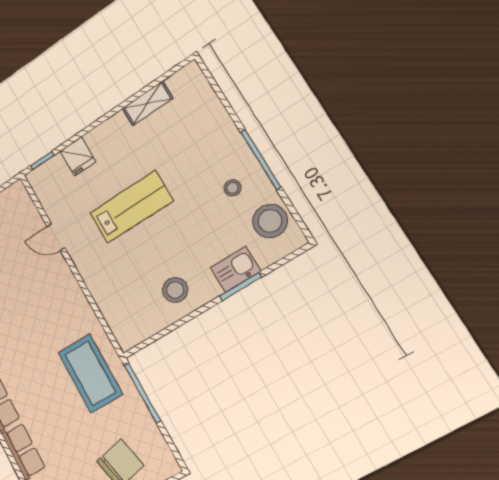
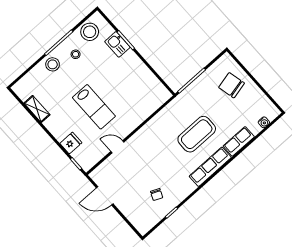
lab bench: (131, 207) -> (94, 107), turned 180
door: (56, 237) -> (117, 147), swing flipped
stool: (175, 290) -> (53, 64), moved
coffee table: (90, 373) -> (197, 134), moved

